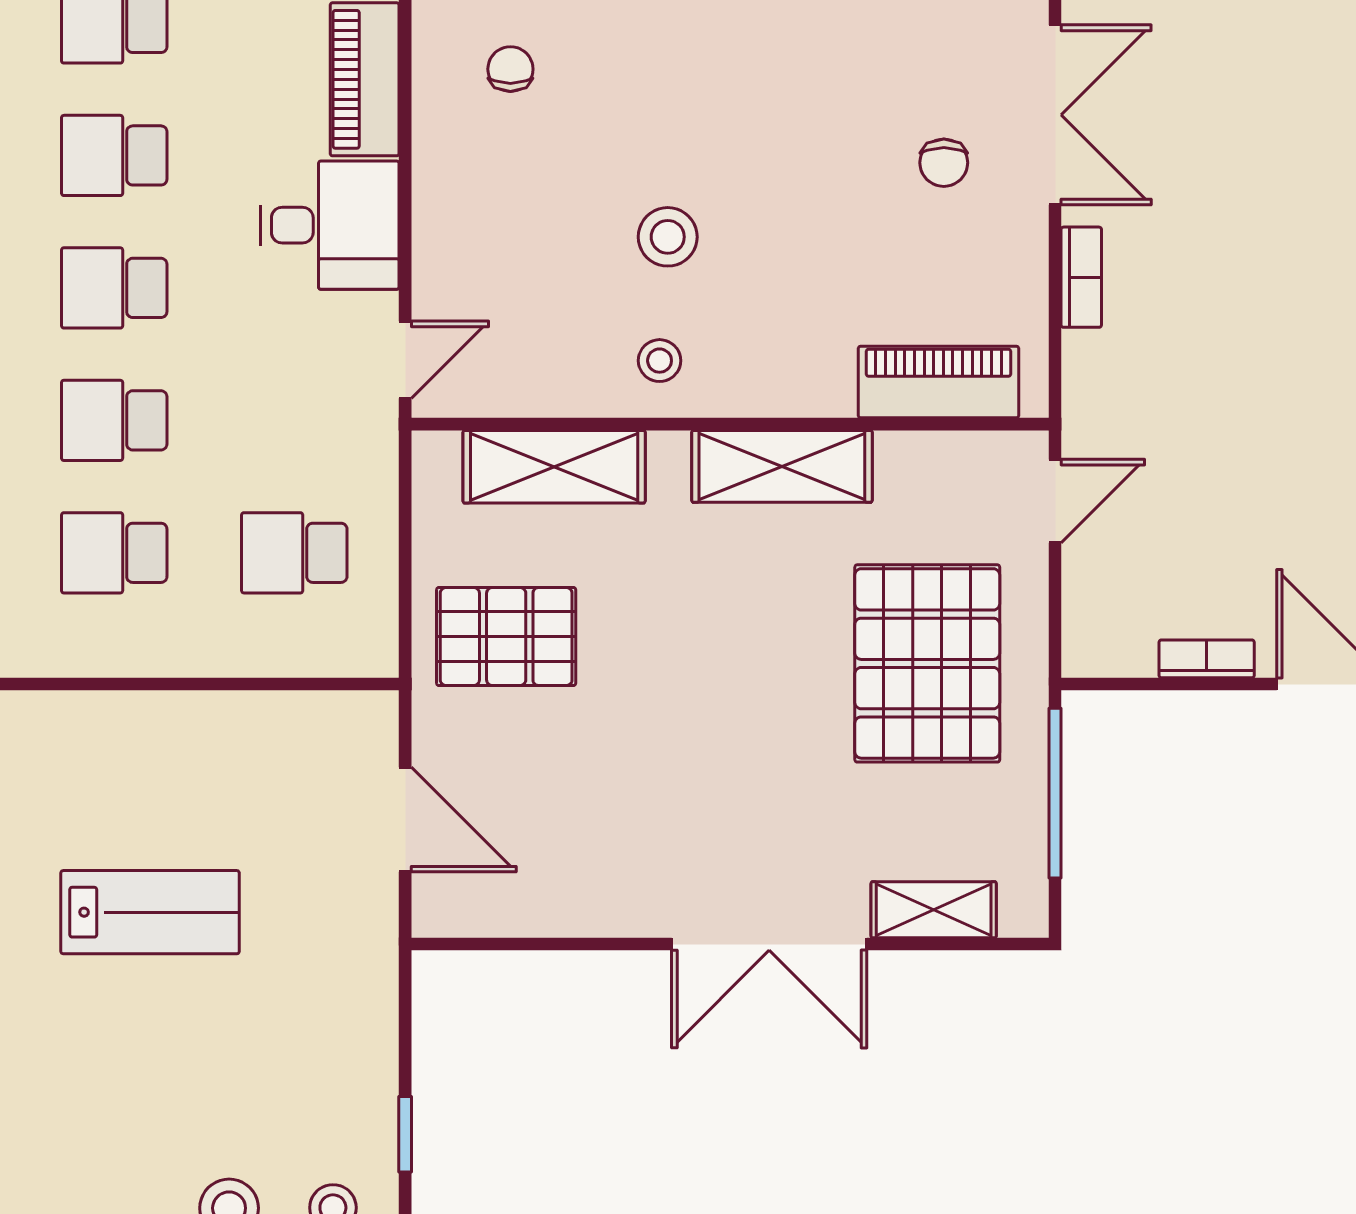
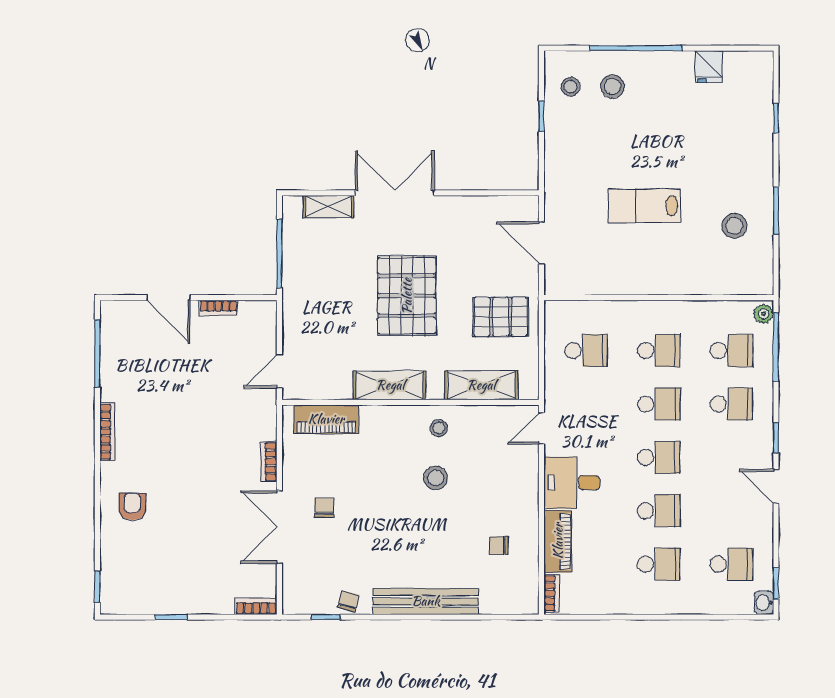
chair: (510, 69) -> (499, 546), turned 90
pallet: (927, 663) -> (407, 296), moved

